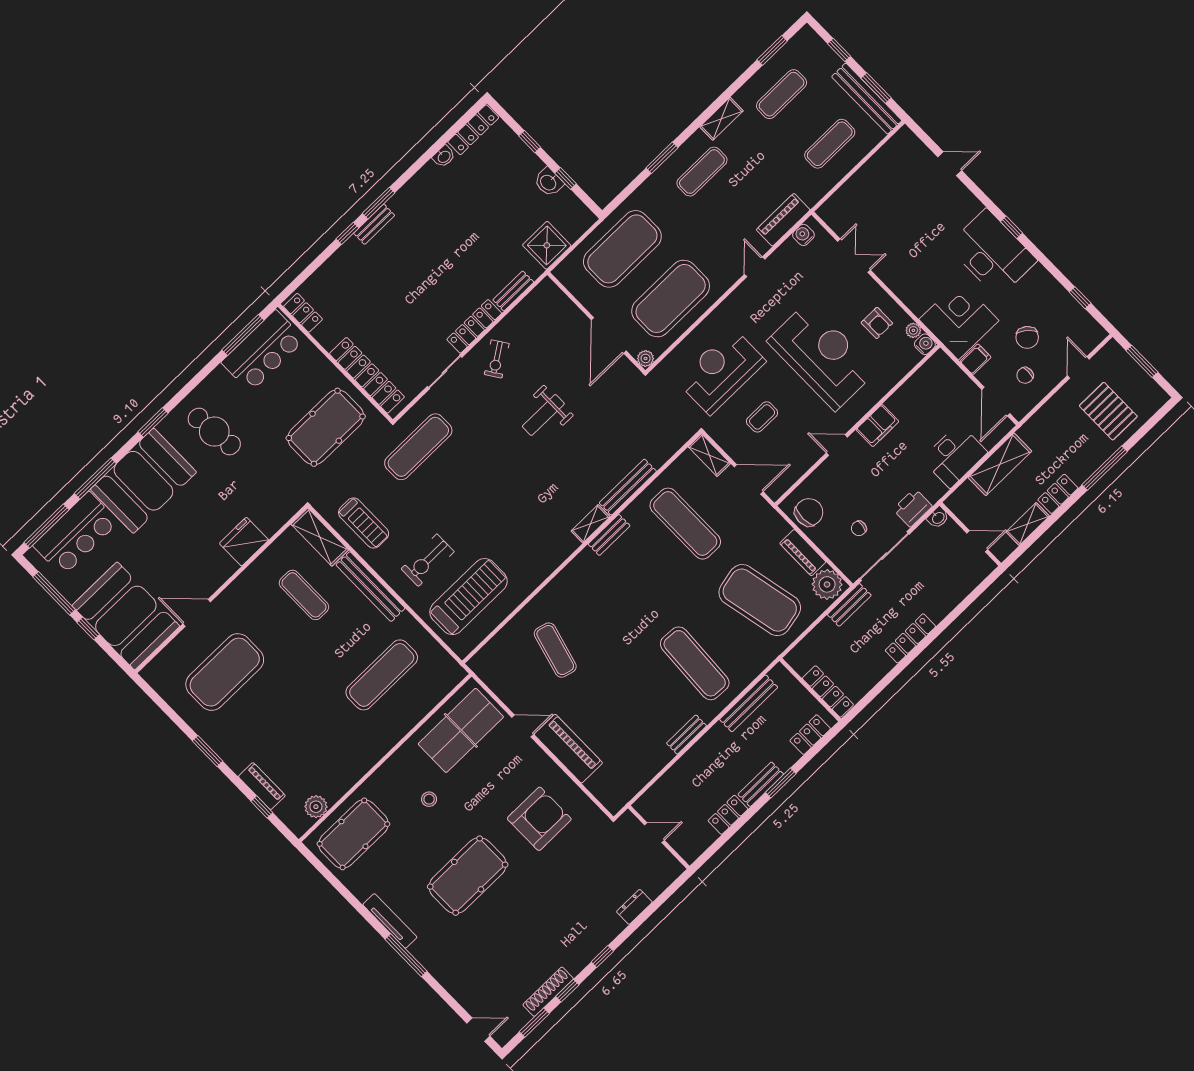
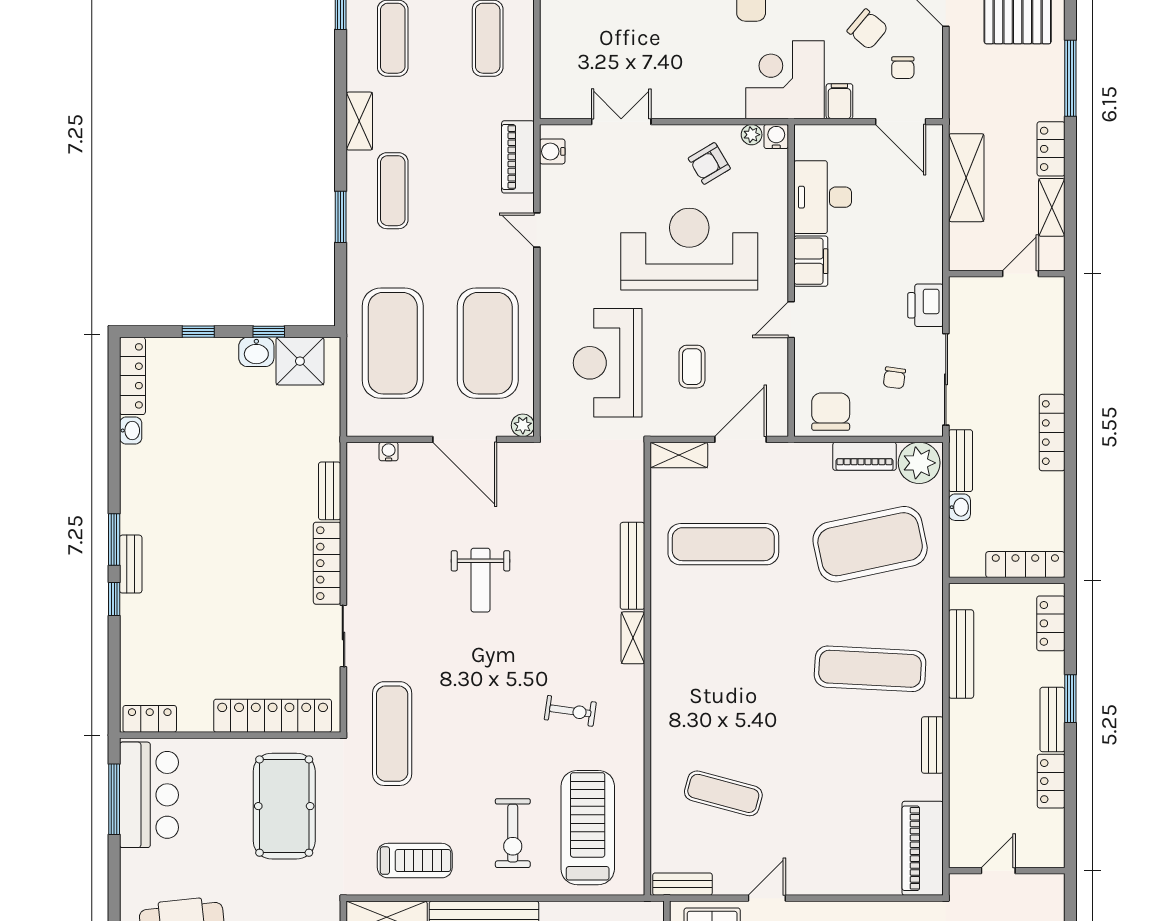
shower: (547, 245) -> (300, 361), moved
water cooler: (564, 302) -> (389, 452), added
armchair: (877, 323) -> (709, 163), turned 149
exercise bike: (497, 359) -> (570, 711), moved, turned -48
desk: (955, 456) -> (823, 197), moved, turned 180
washbasin: (938, 518) -> (960, 507), moved
bench: (609, 535) -> (682, 884), moved, turned 90
piano: (568, 749) -> (923, 848), moved, turned -90

